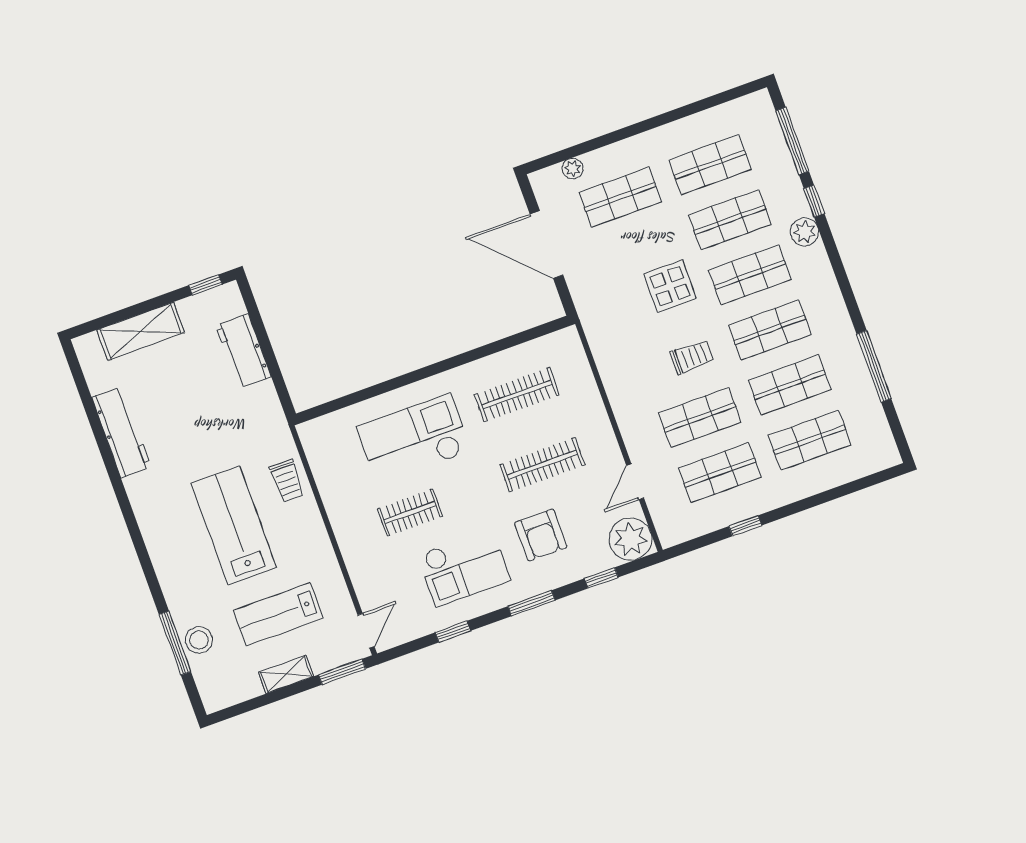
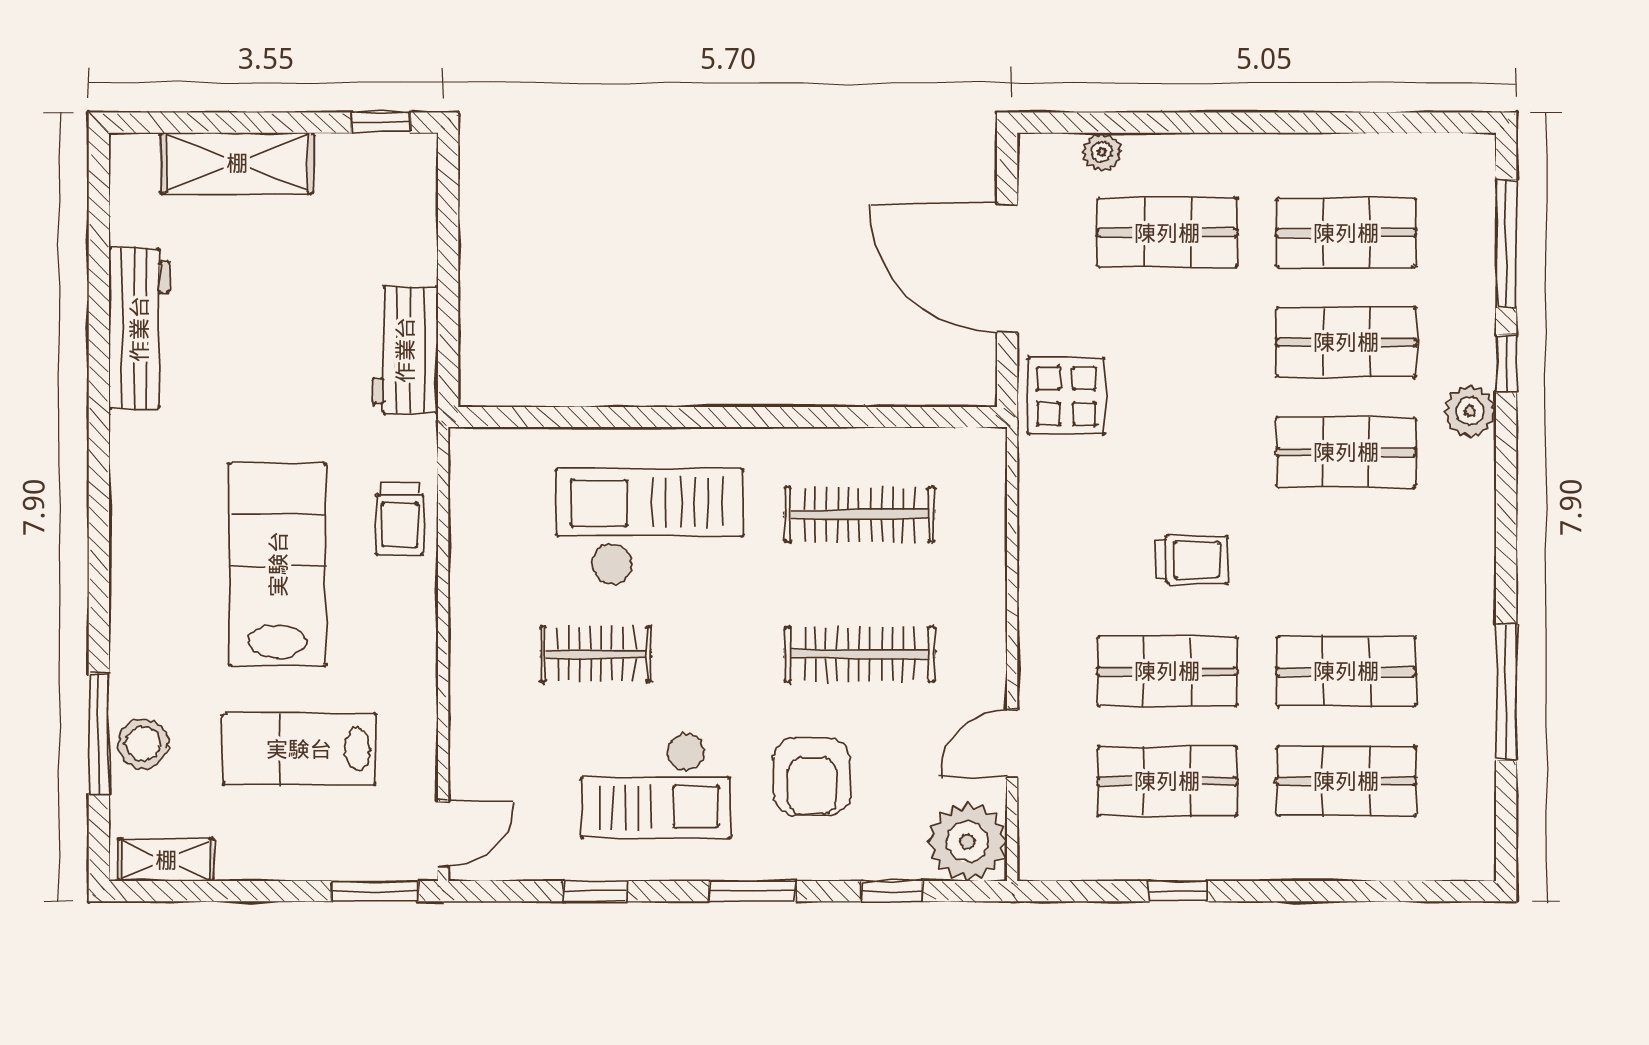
display table: (670, 286) -> (1067, 396), moved
shop shelf: (770, 330) -> (1346, 562), removed
workbench: (243, 351) -> (405, 350), moved
shelving: (286, 674) -> (166, 860), moved

